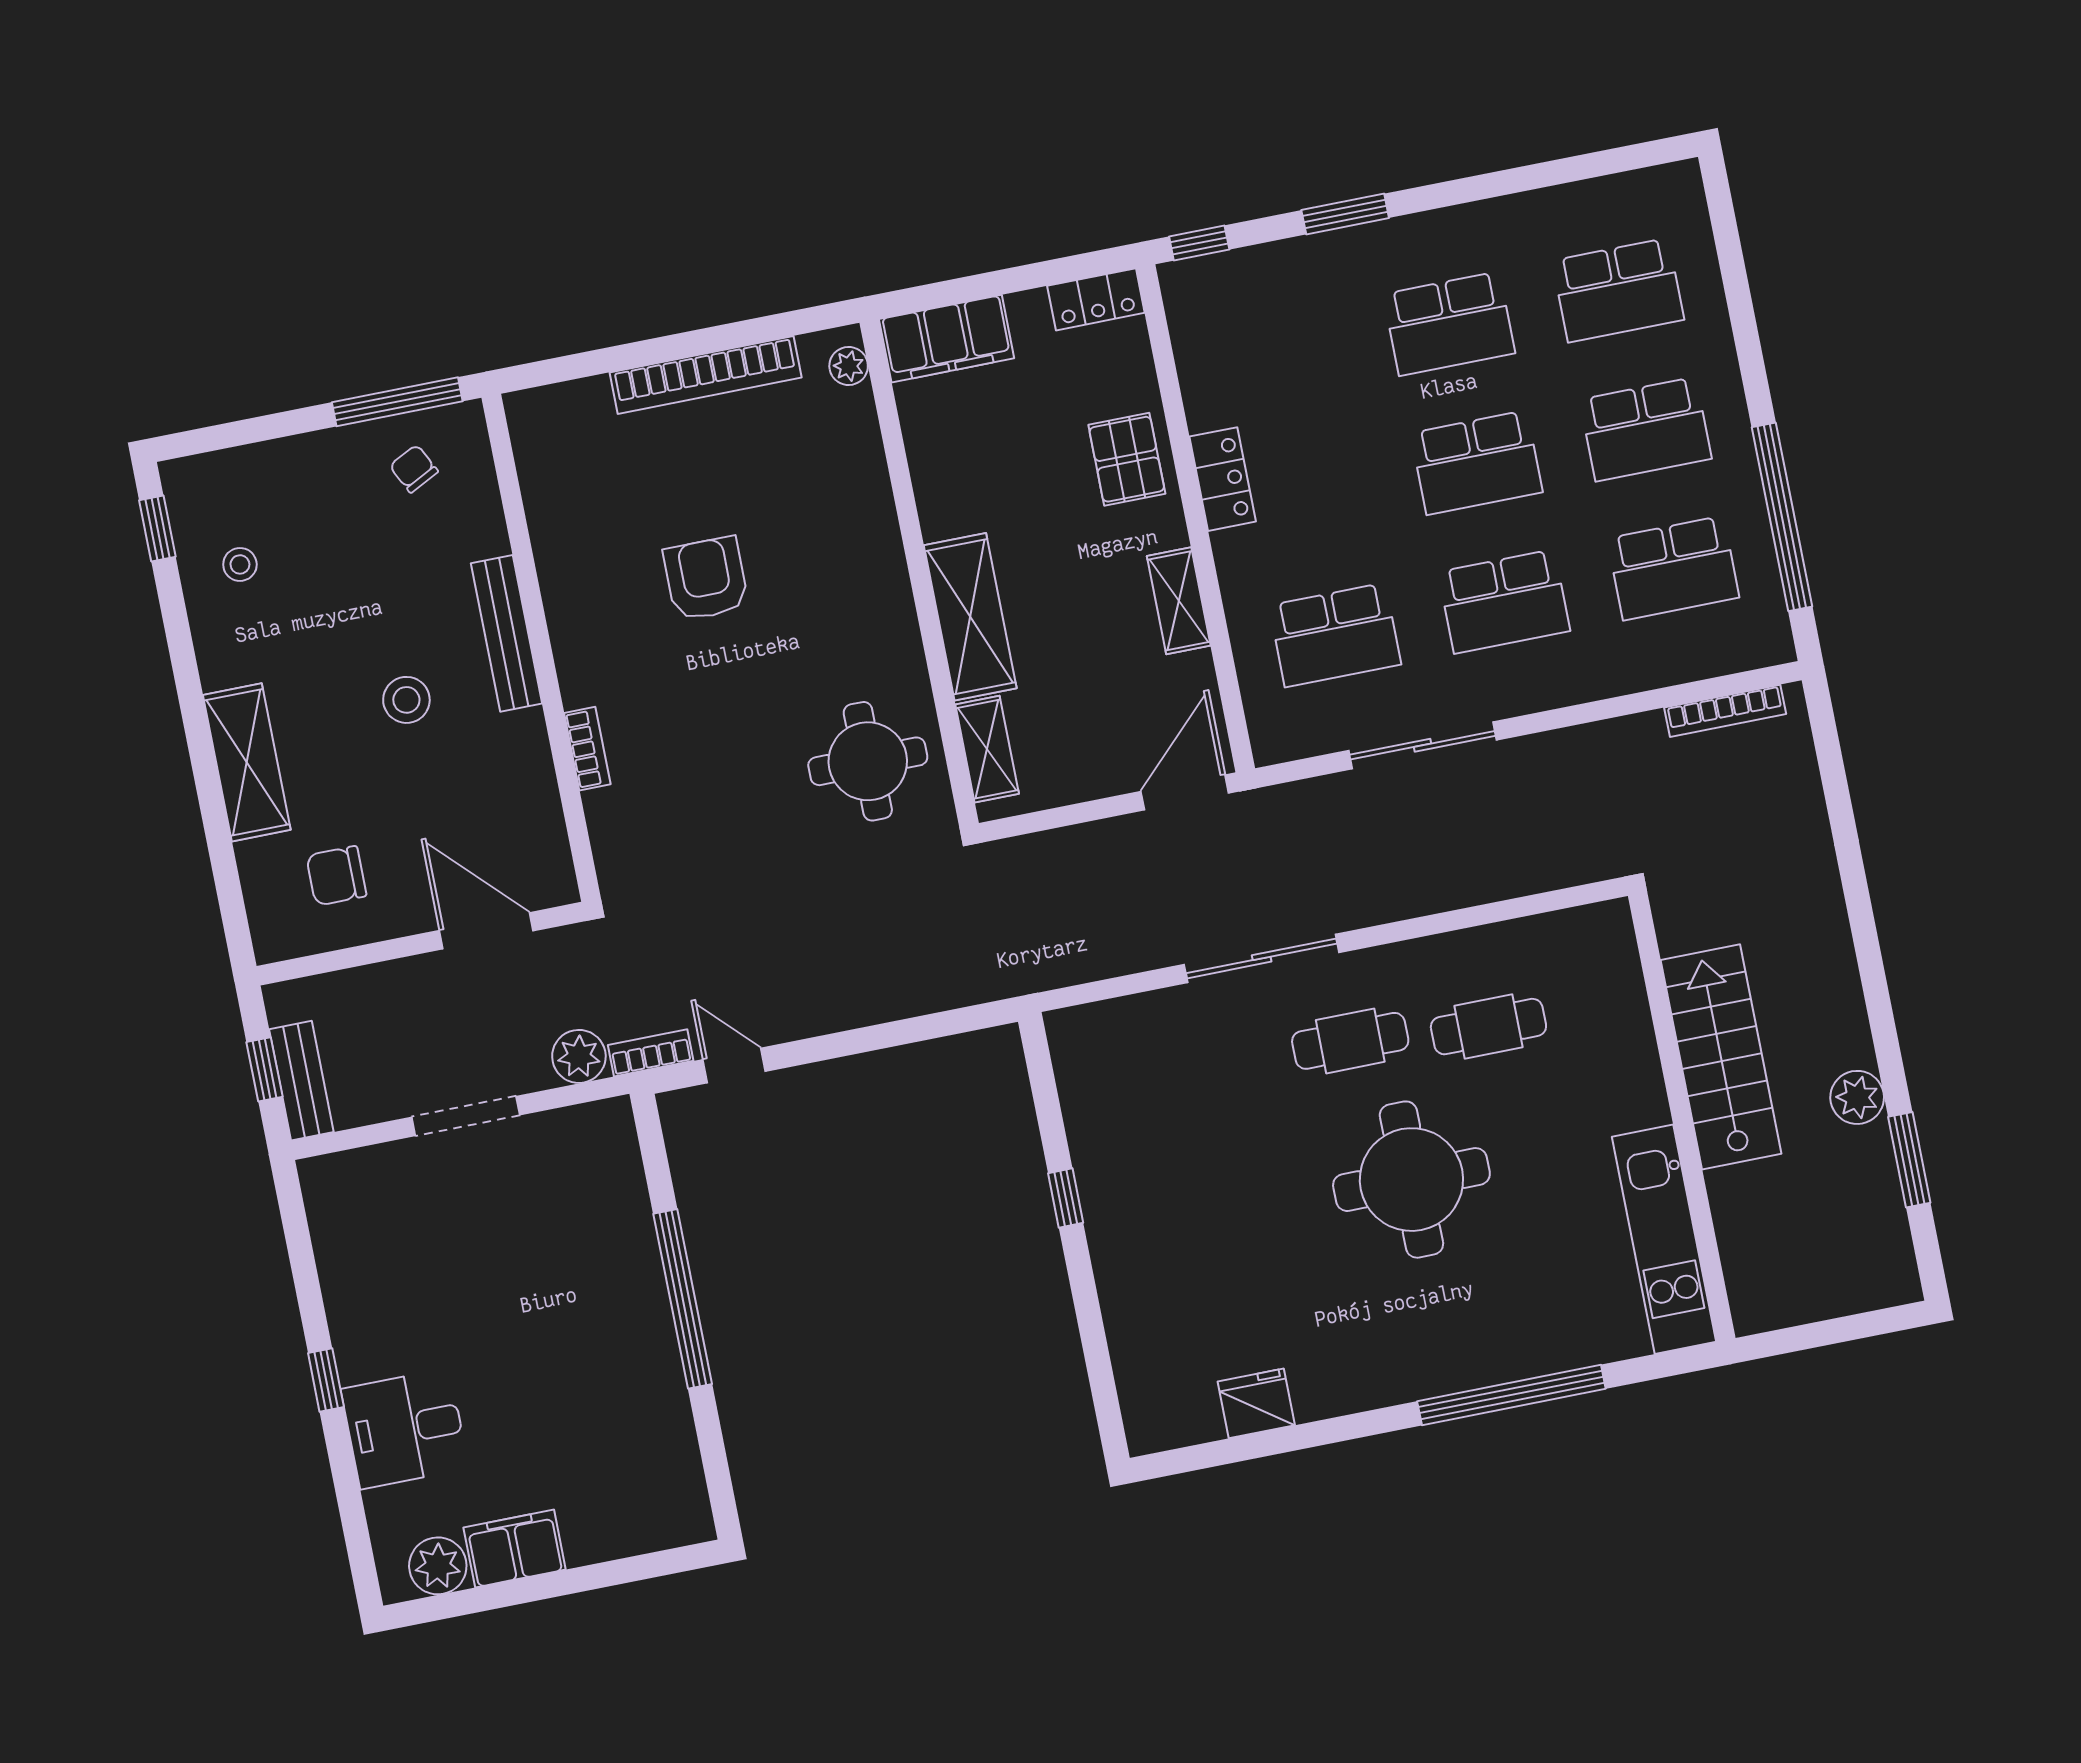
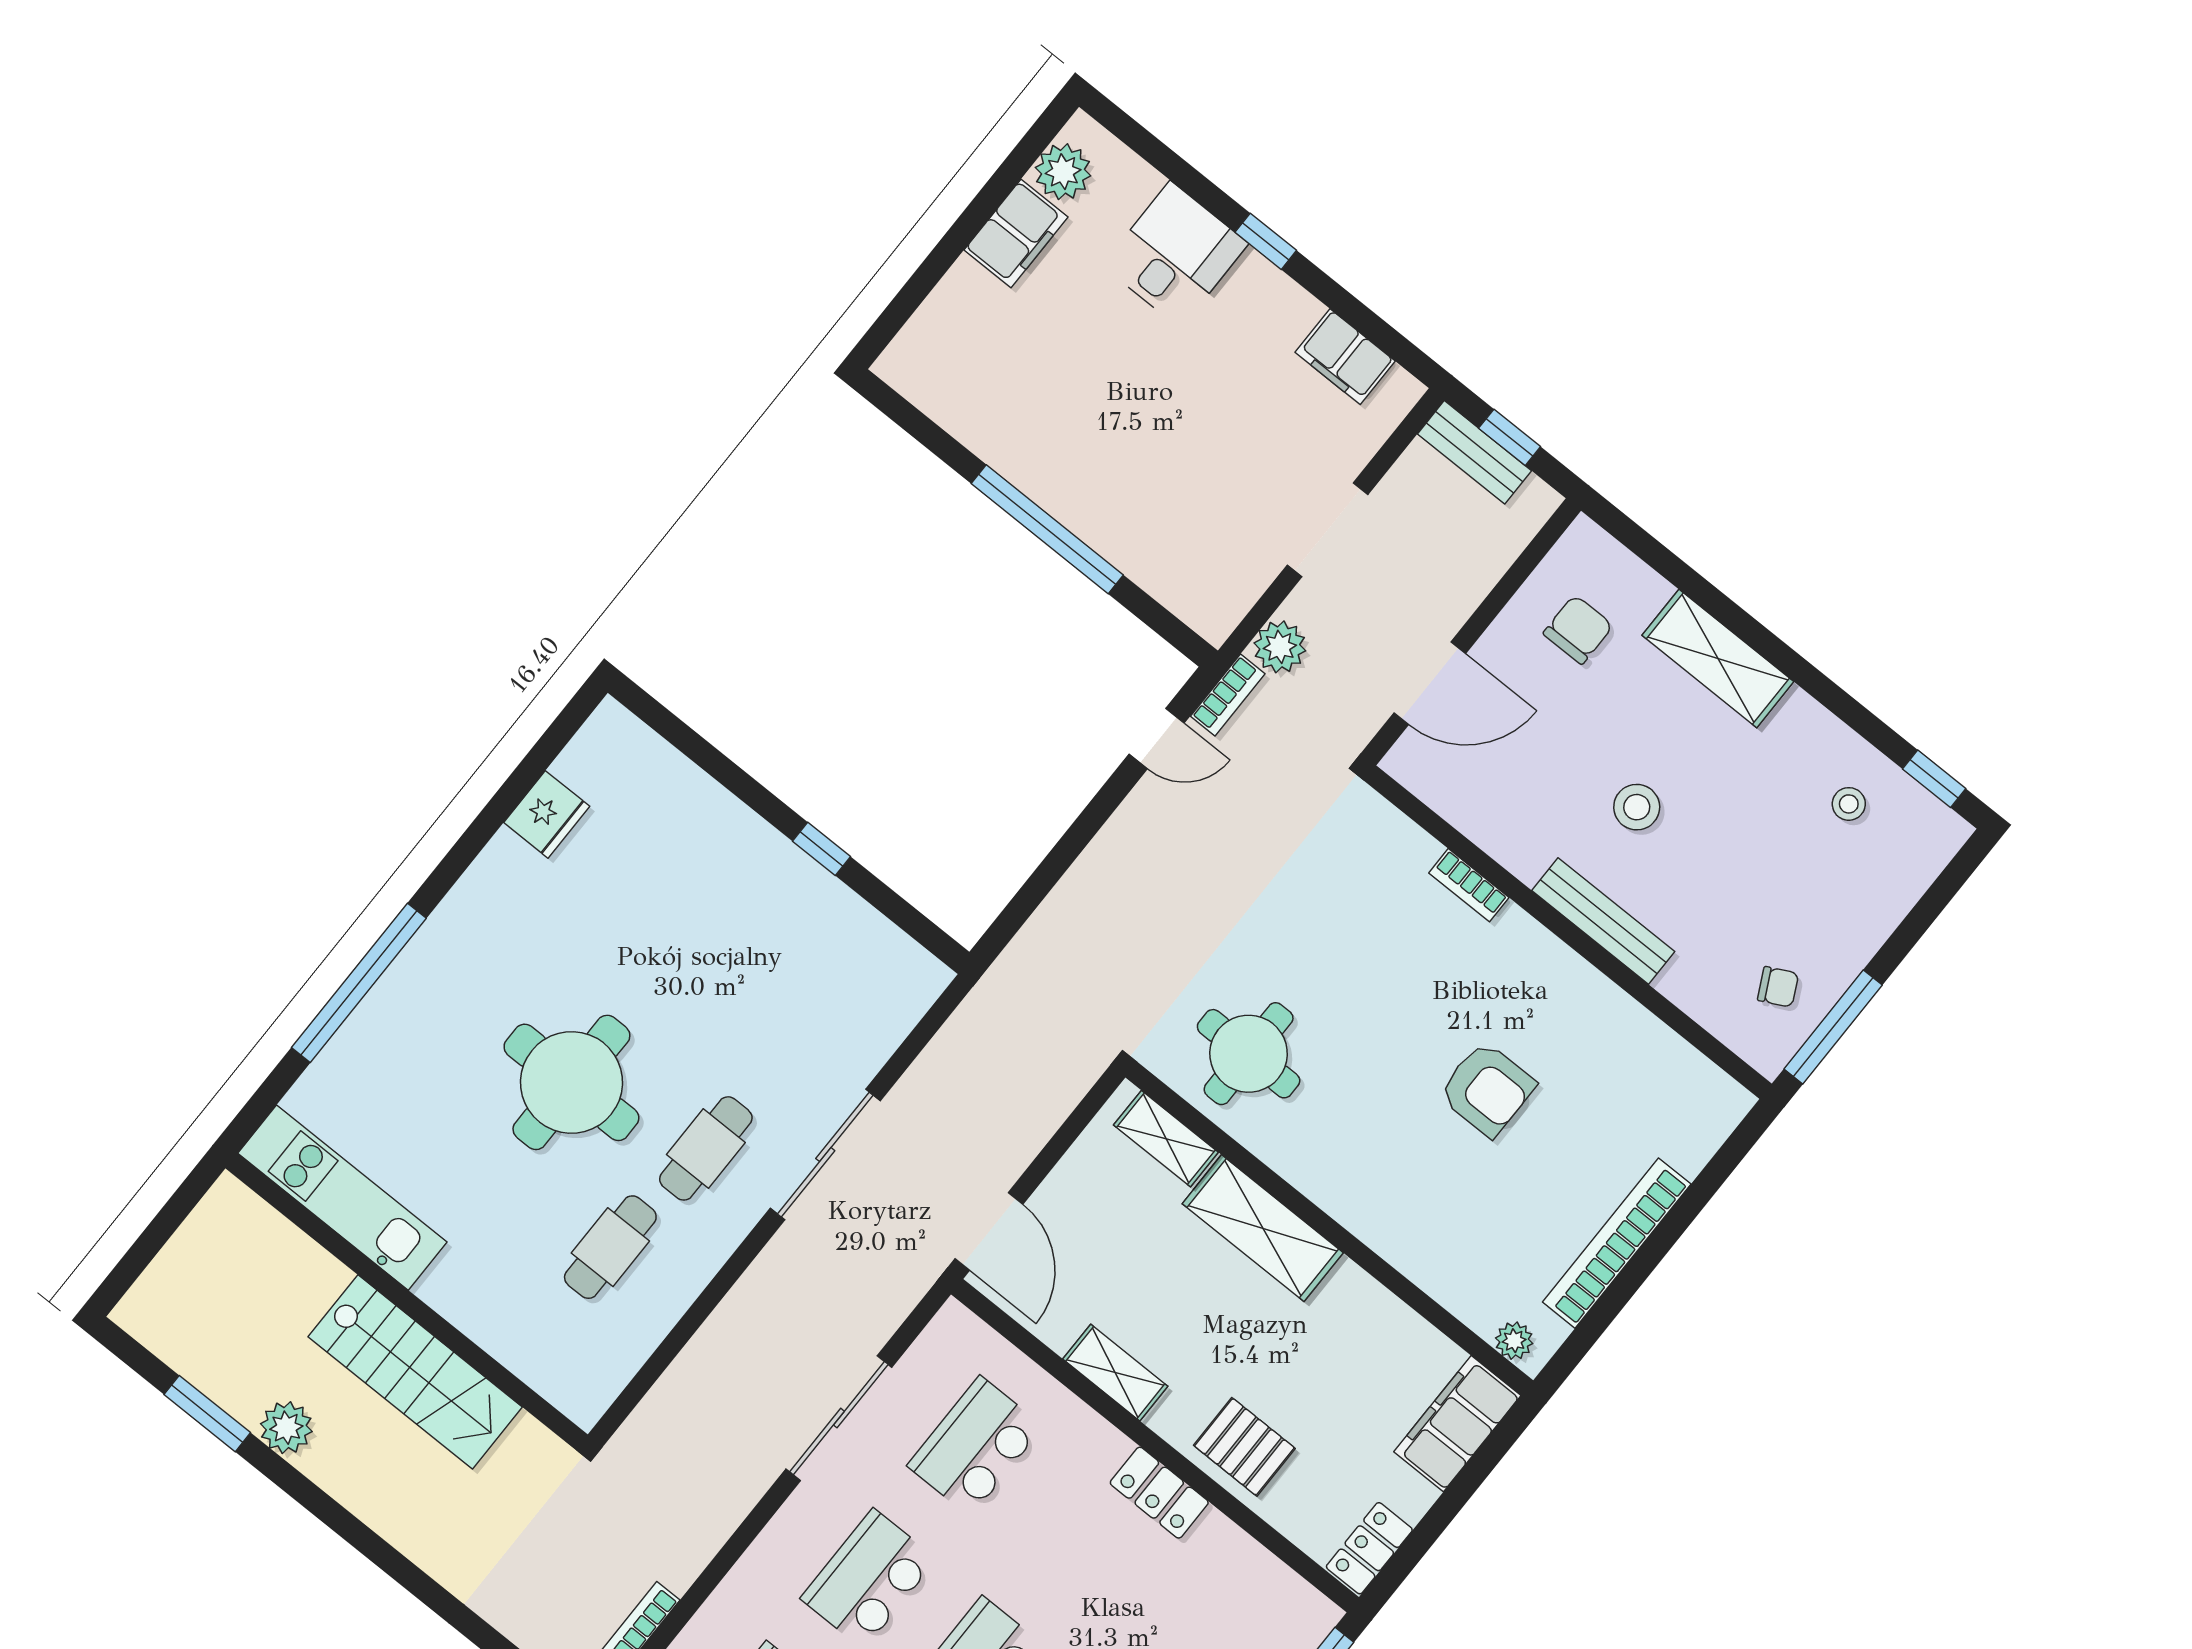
filing cabinet: (339, 1239) -> (1345, 357), added

